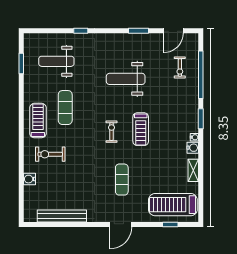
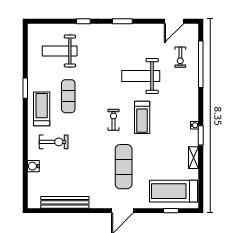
window: (139, 31) -> (122, 21), moved
window: (21, 64) -> (25, 88), moved
weight bench: (126, 79) -> (141, 76), moved
window: (201, 119) -> (201, 135), moved
water cooler: (193, 148) -> (193, 135), removed
exercise bike: (50, 154) -> (54, 142), turned 180
exercise mat: (122, 180) -> (124, 167), width x1.36, depth x1.45

